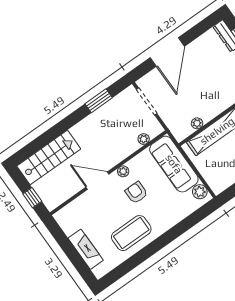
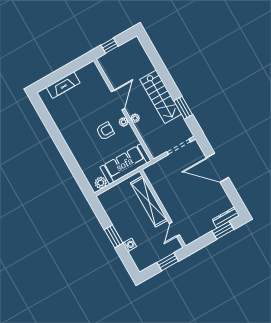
plant: (197, 123) -> (157, 186), removed
plant: (144, 139) -> (135, 118), moved
stairs: (49, 157) -> (161, 97), moved
coffee table: (131, 233) -> (73, 124), removed

